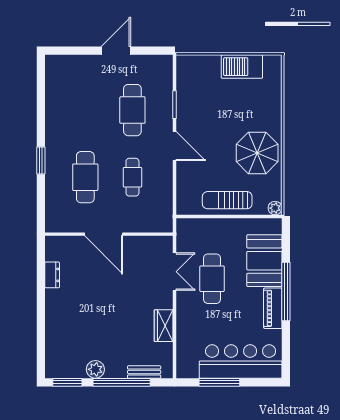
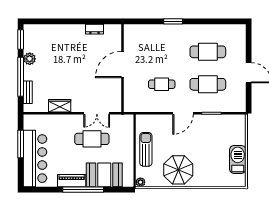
cafe table: (85, 177) -> (208, 52), moved

